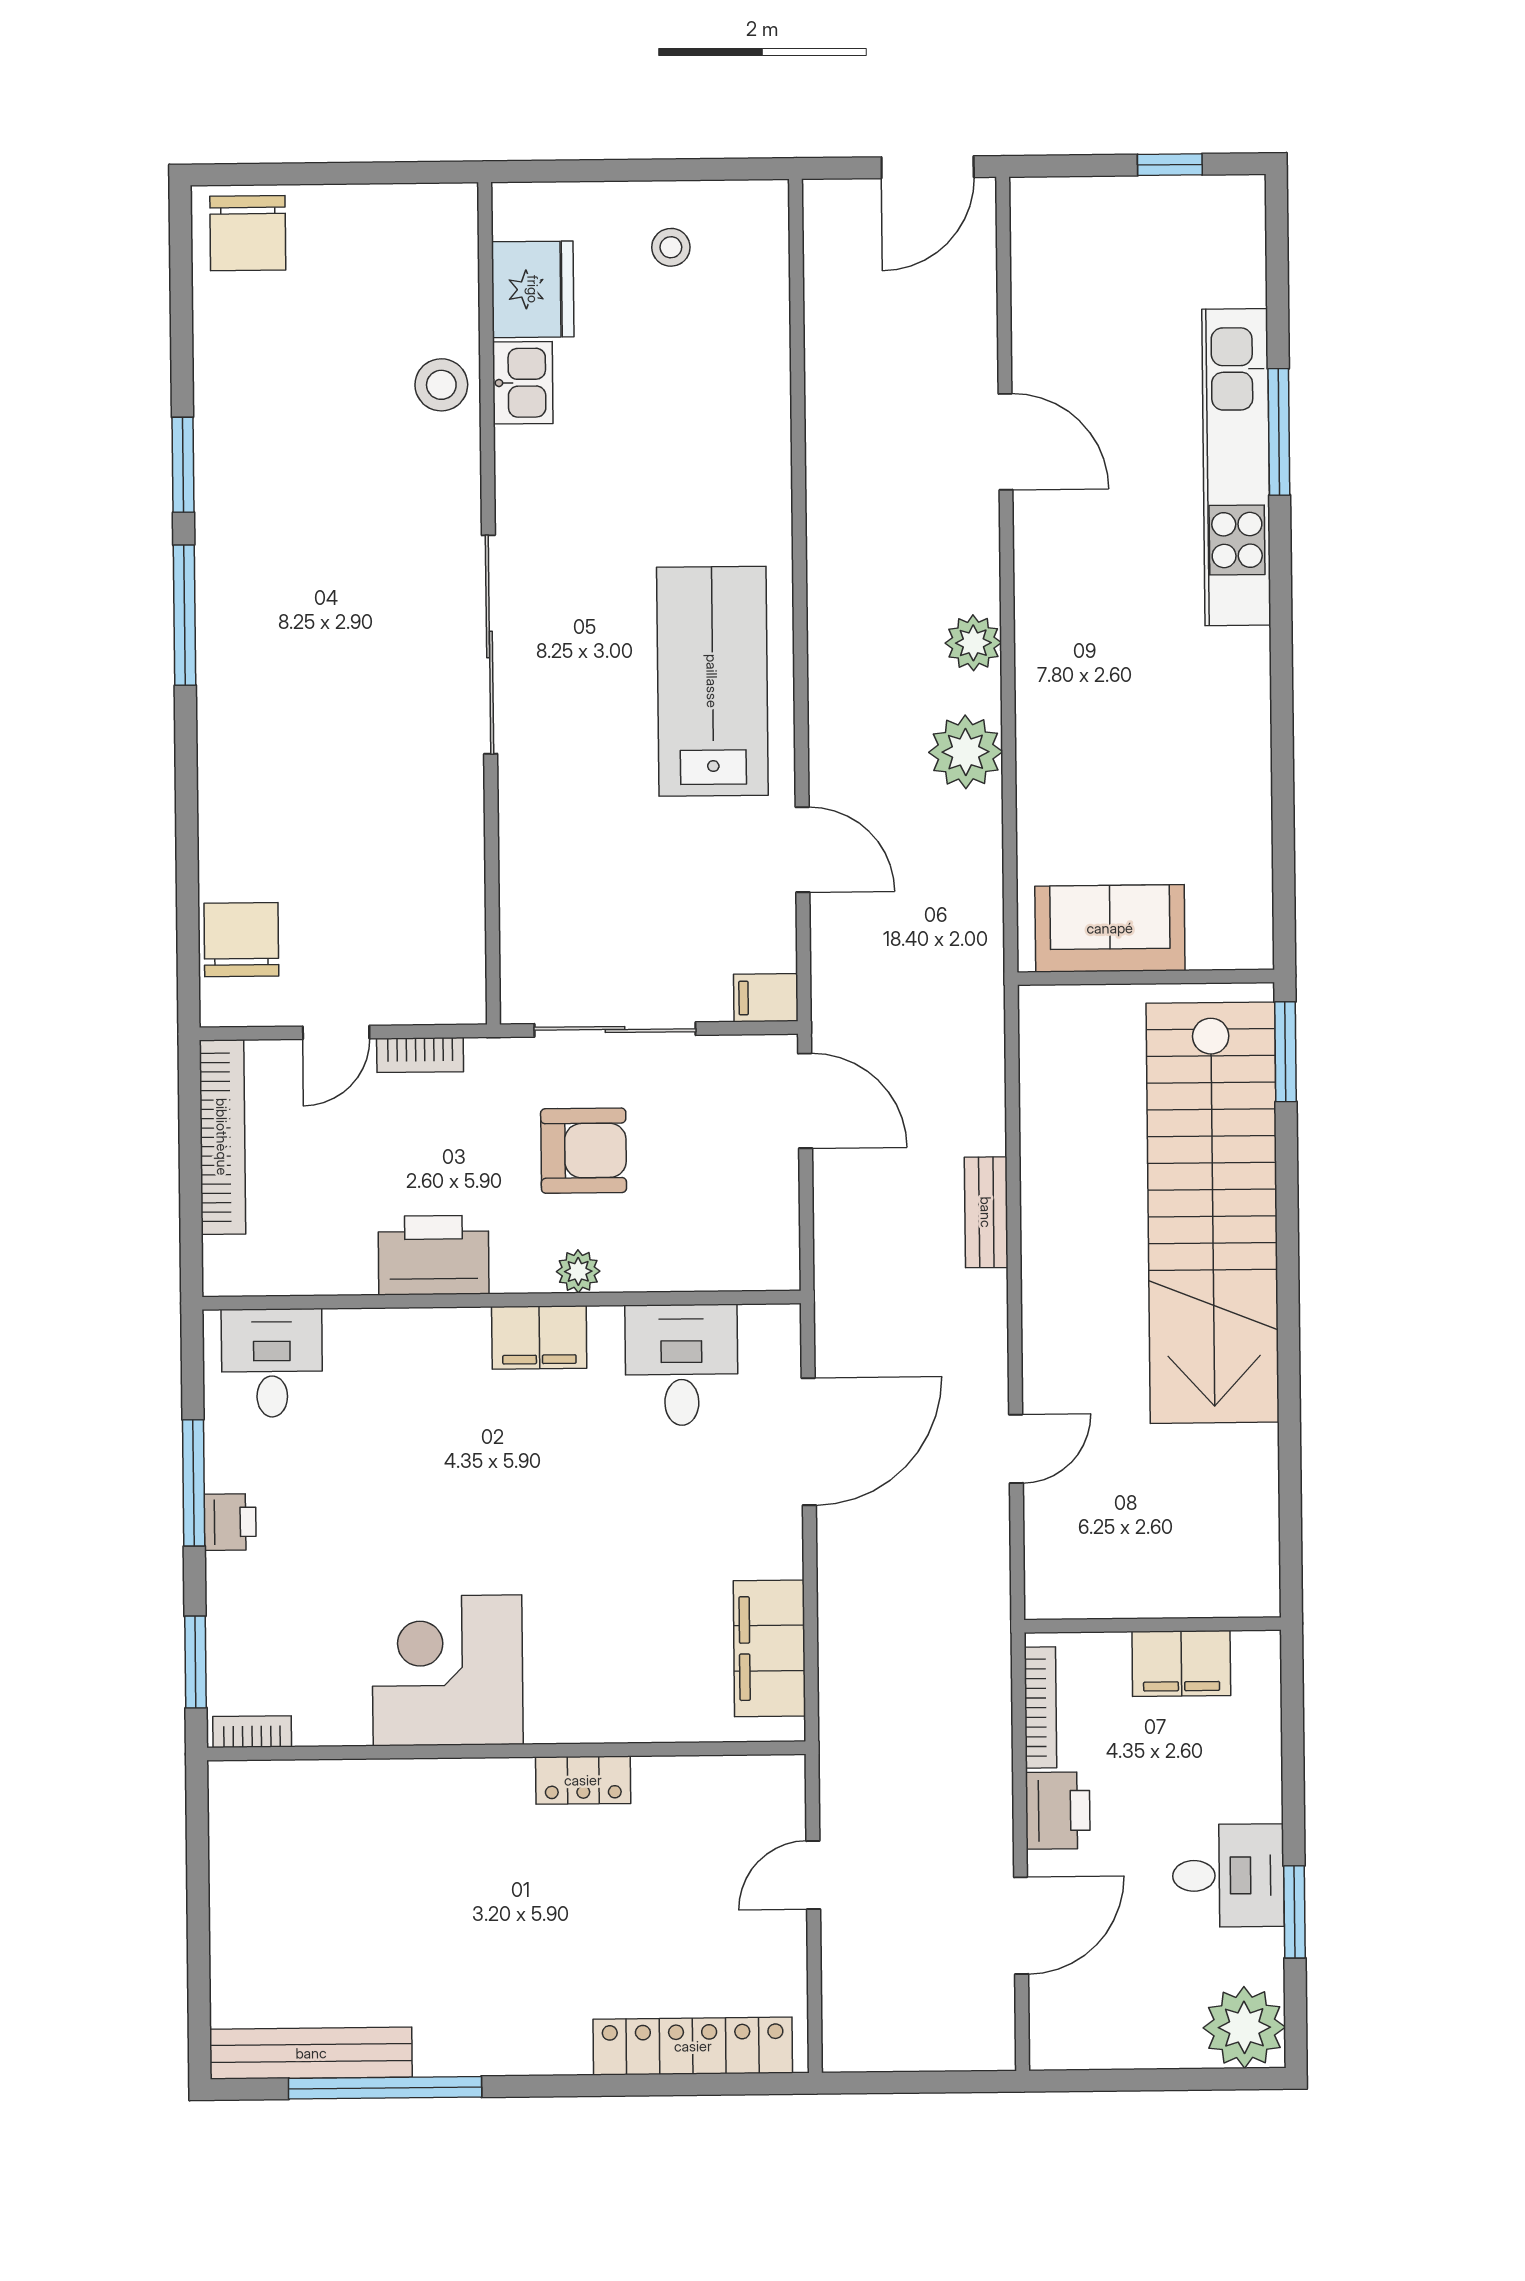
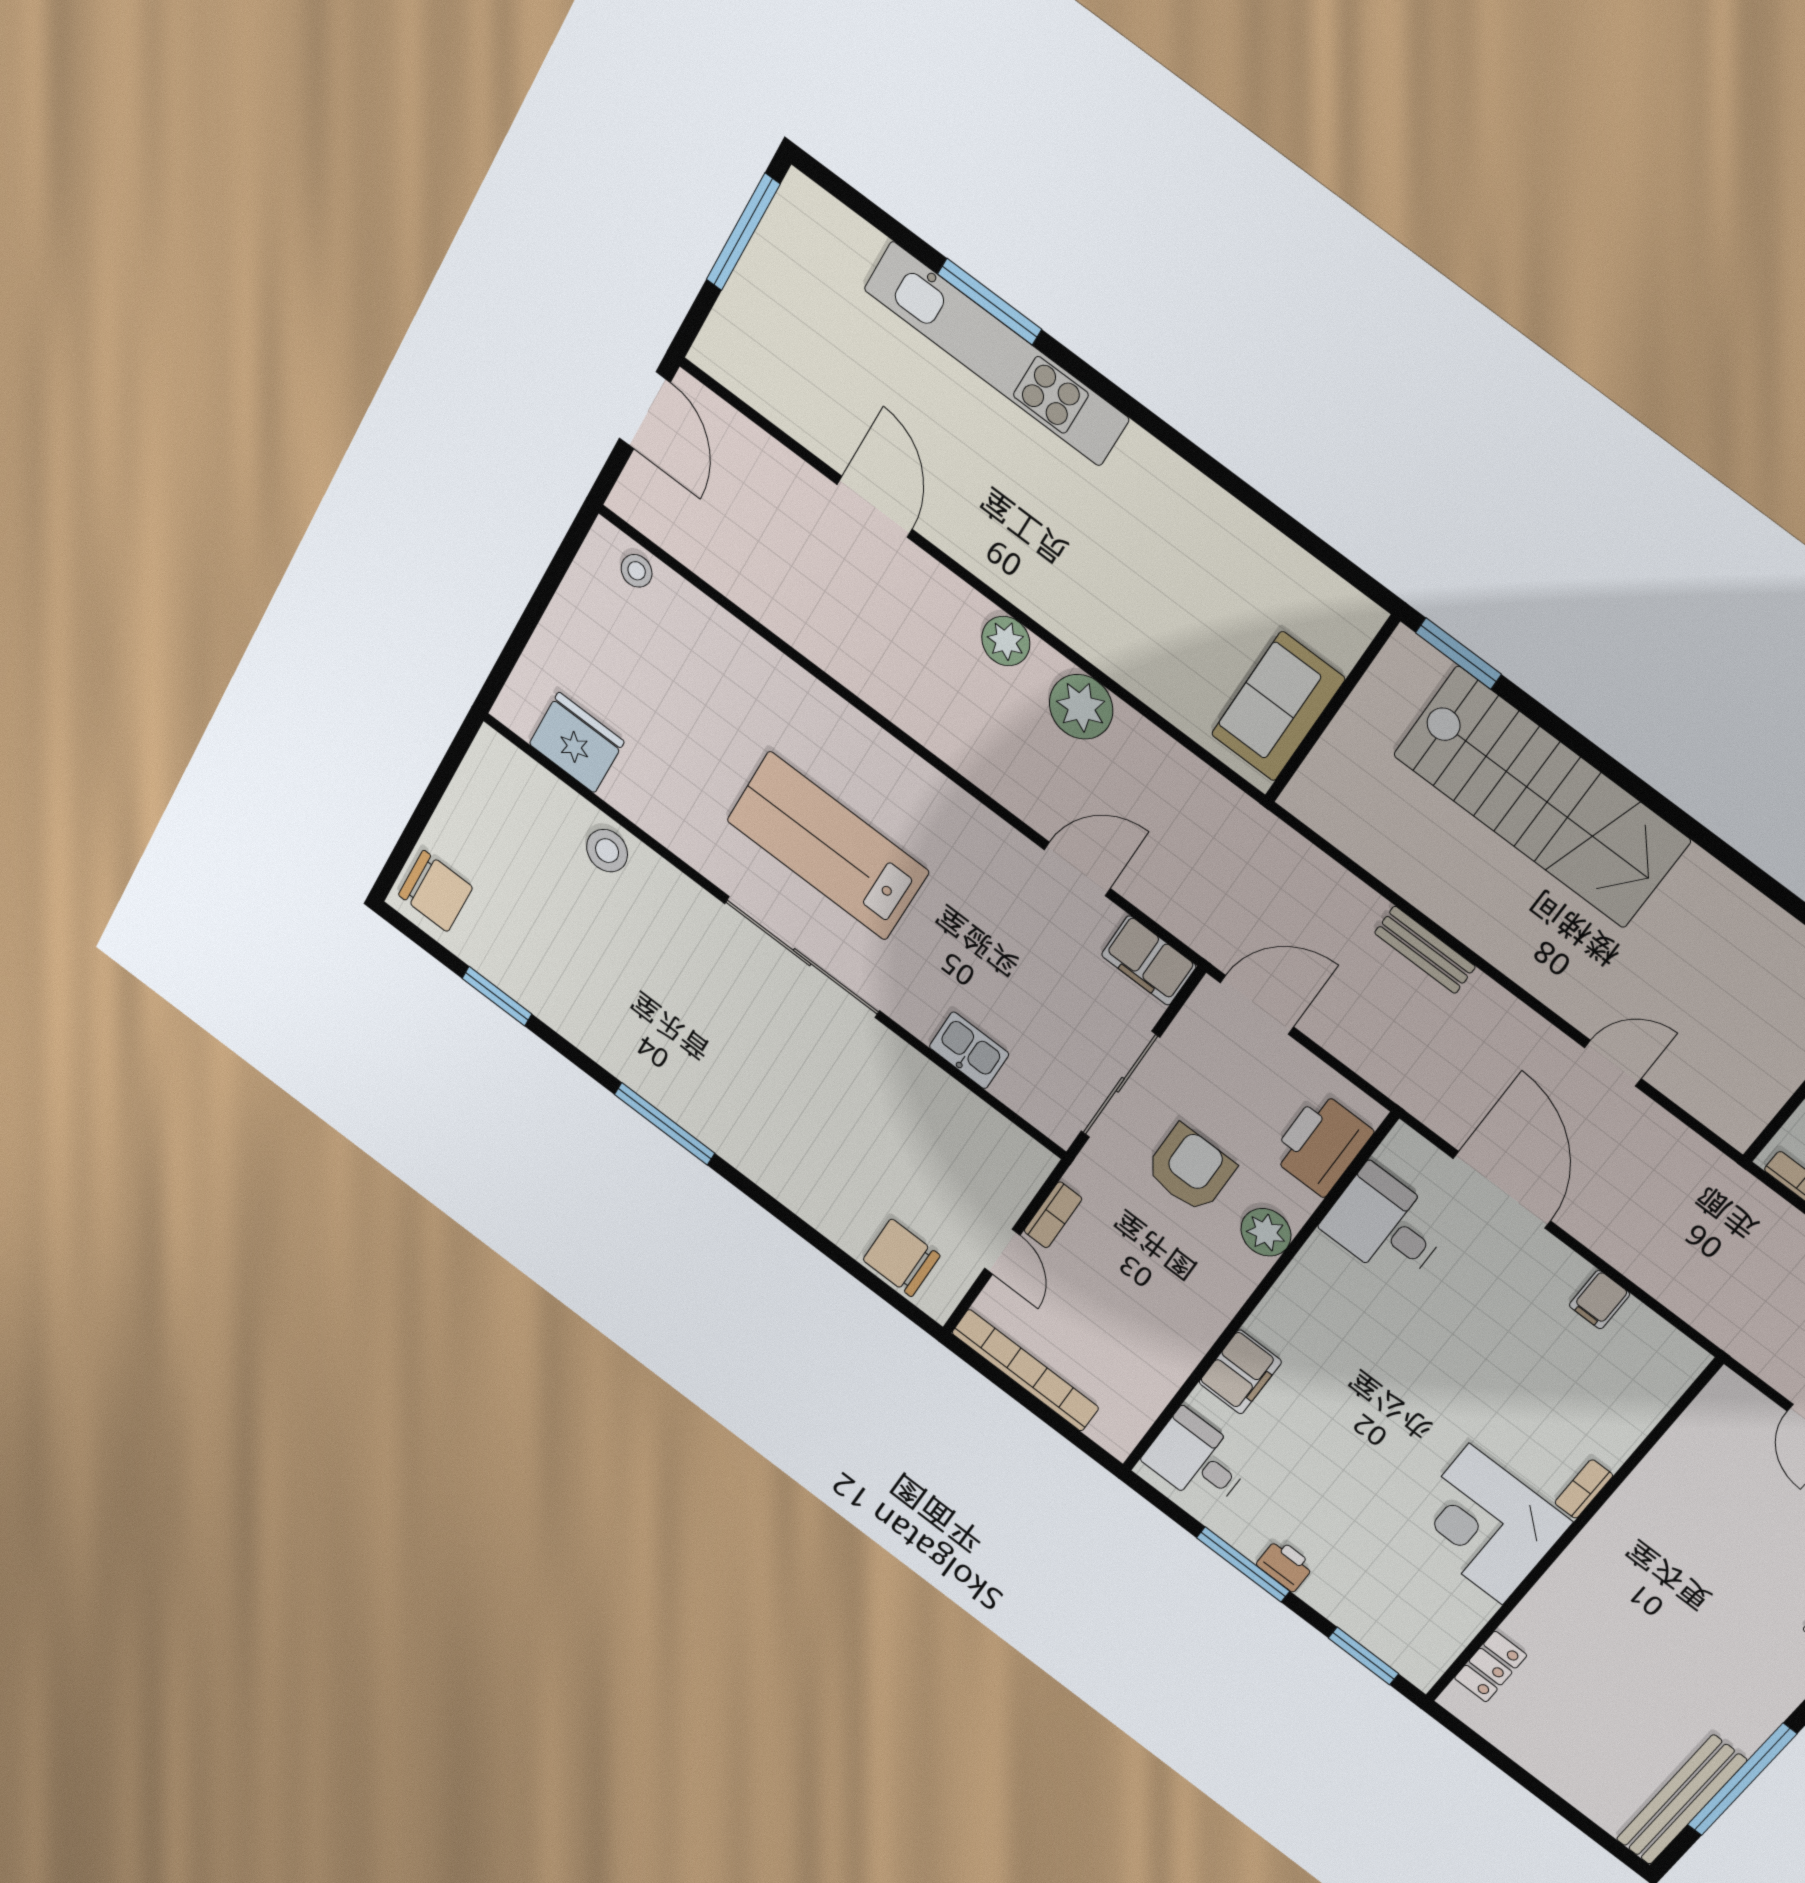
window: (1170, 165) -> (743, 232), width x2.17
stool: (671, 247) -> (637, 571), moved
kitchen sink: (523, 383) -> (969, 1050), moved
door: (1005, 442) -> (875, 507), hinge flipped
window: (183, 465) -> (497, 996), moved
lab bench: (712, 681) -> (828, 846), moved
filing cabinet: (766, 998) -> (1149, 961), width x2.00
stairs: (1213, 1213) -> (1541, 798), width x0.73
printer: (434, 1255) -> (1322, 1144), moved
plant: (578, 1271) -> (1266, 1232), width x1.38, depth x1.38
filing cabinet: (539, 1337) -> (1240, 1372), moved
door: (1016, 1449) -> (1613, 1063), hinge flipped
filing cabinet: (769, 1648) -> (1599, 1300), width x0.33, depth x0.86
bookcase: (252, 1732) -> (1584, 1489), moved
locker: (583, 1780) -> (1490, 1667), moved

